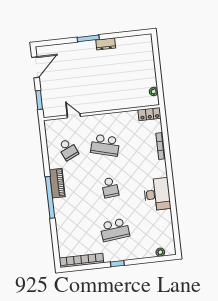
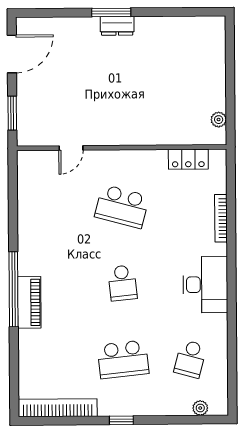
dresser: (106, 44) -> (117, 26), moved
locker: (149, 114) -> (188, 159), moved
door: (74, 116) -> (71, 148), swing flipped
school desk: (68, 149) -> (190, 359), moved, turned 39
piano: (57, 183) -> (29, 302), moved
desk: (157, 194) -> (205, 285), moved

